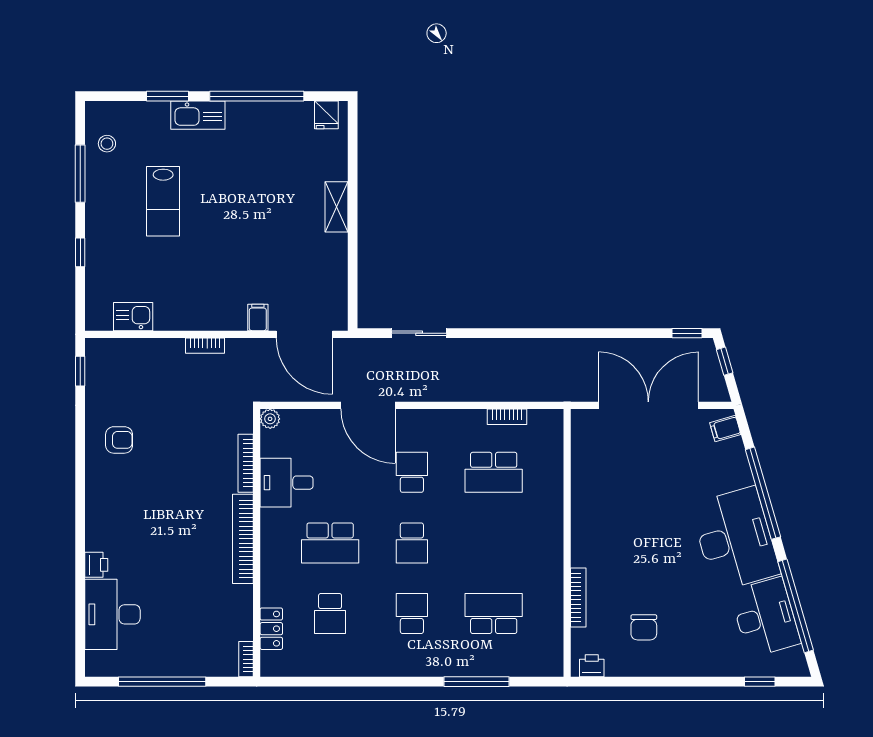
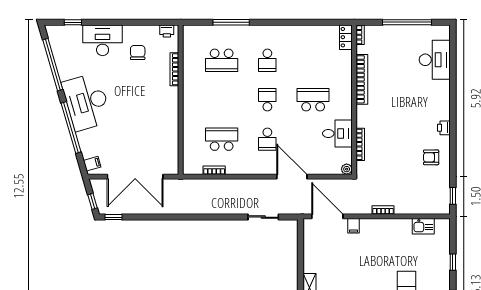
bookcase: (243, 539) -> (362, 79), moved
printer: (96, 565) -> (444, 128), moved
school desk: (330, 614) -> (313, 60), removed
desk: (765, 617) -> (103, 40), moved, turned 106
locker: (271, 629) -> (346, 37), moved

